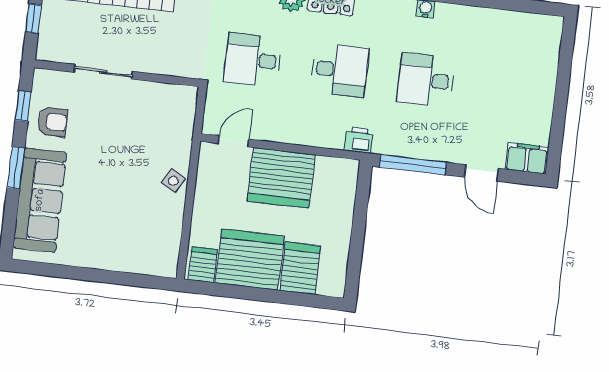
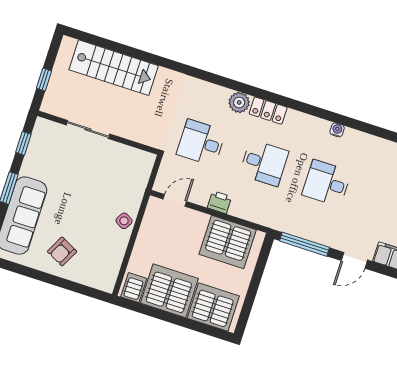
armchair: (52, 122) -> (62, 251), moved, turned 117
printer: (359, 140) -> (219, 202), moved
door: (481, 173) -> (354, 260), hinge flipped
server rack: (281, 178) -> (228, 242), moved
server rack: (300, 268) -> (213, 307), width x1.60

